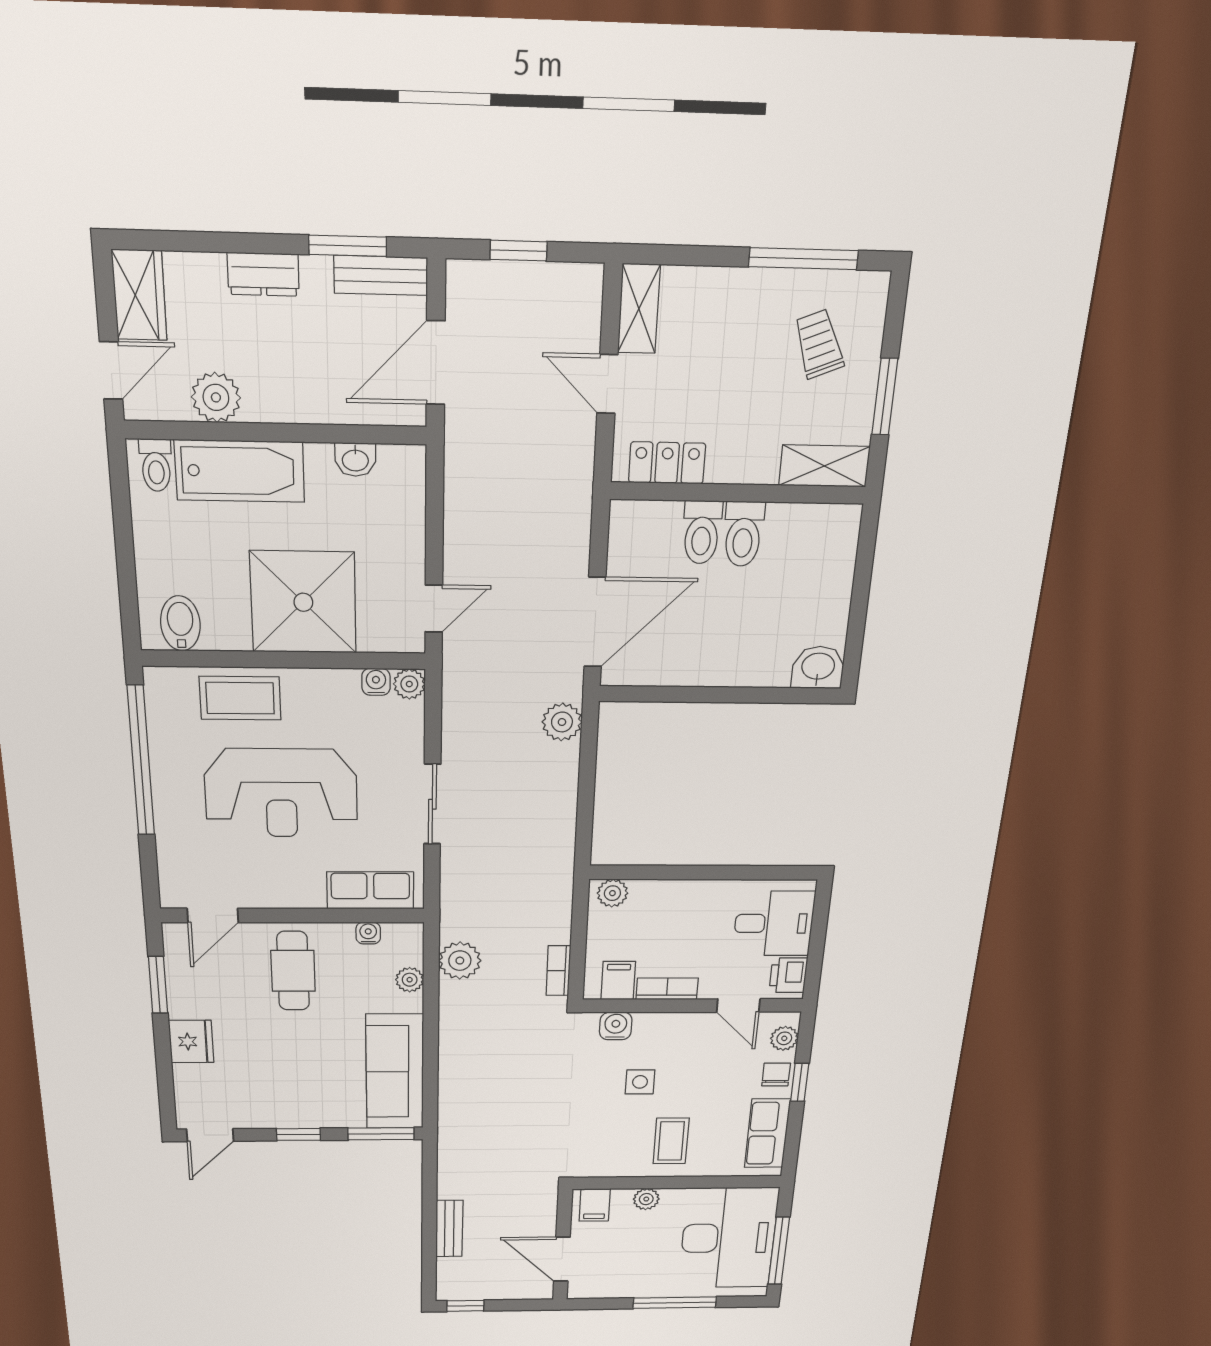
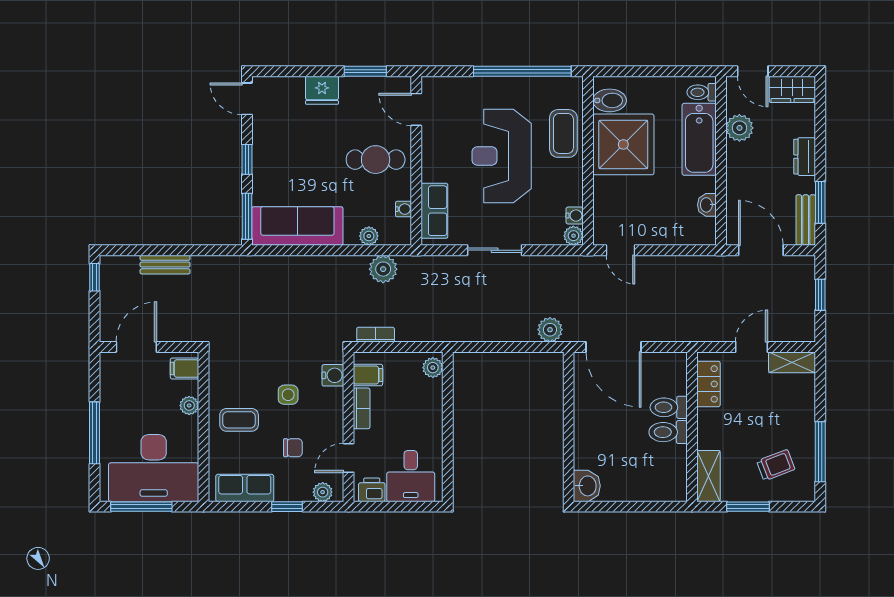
shower: (303, 602) -> (623, 144), moved
chair: (776, 1075) -> (293, 448), moved

